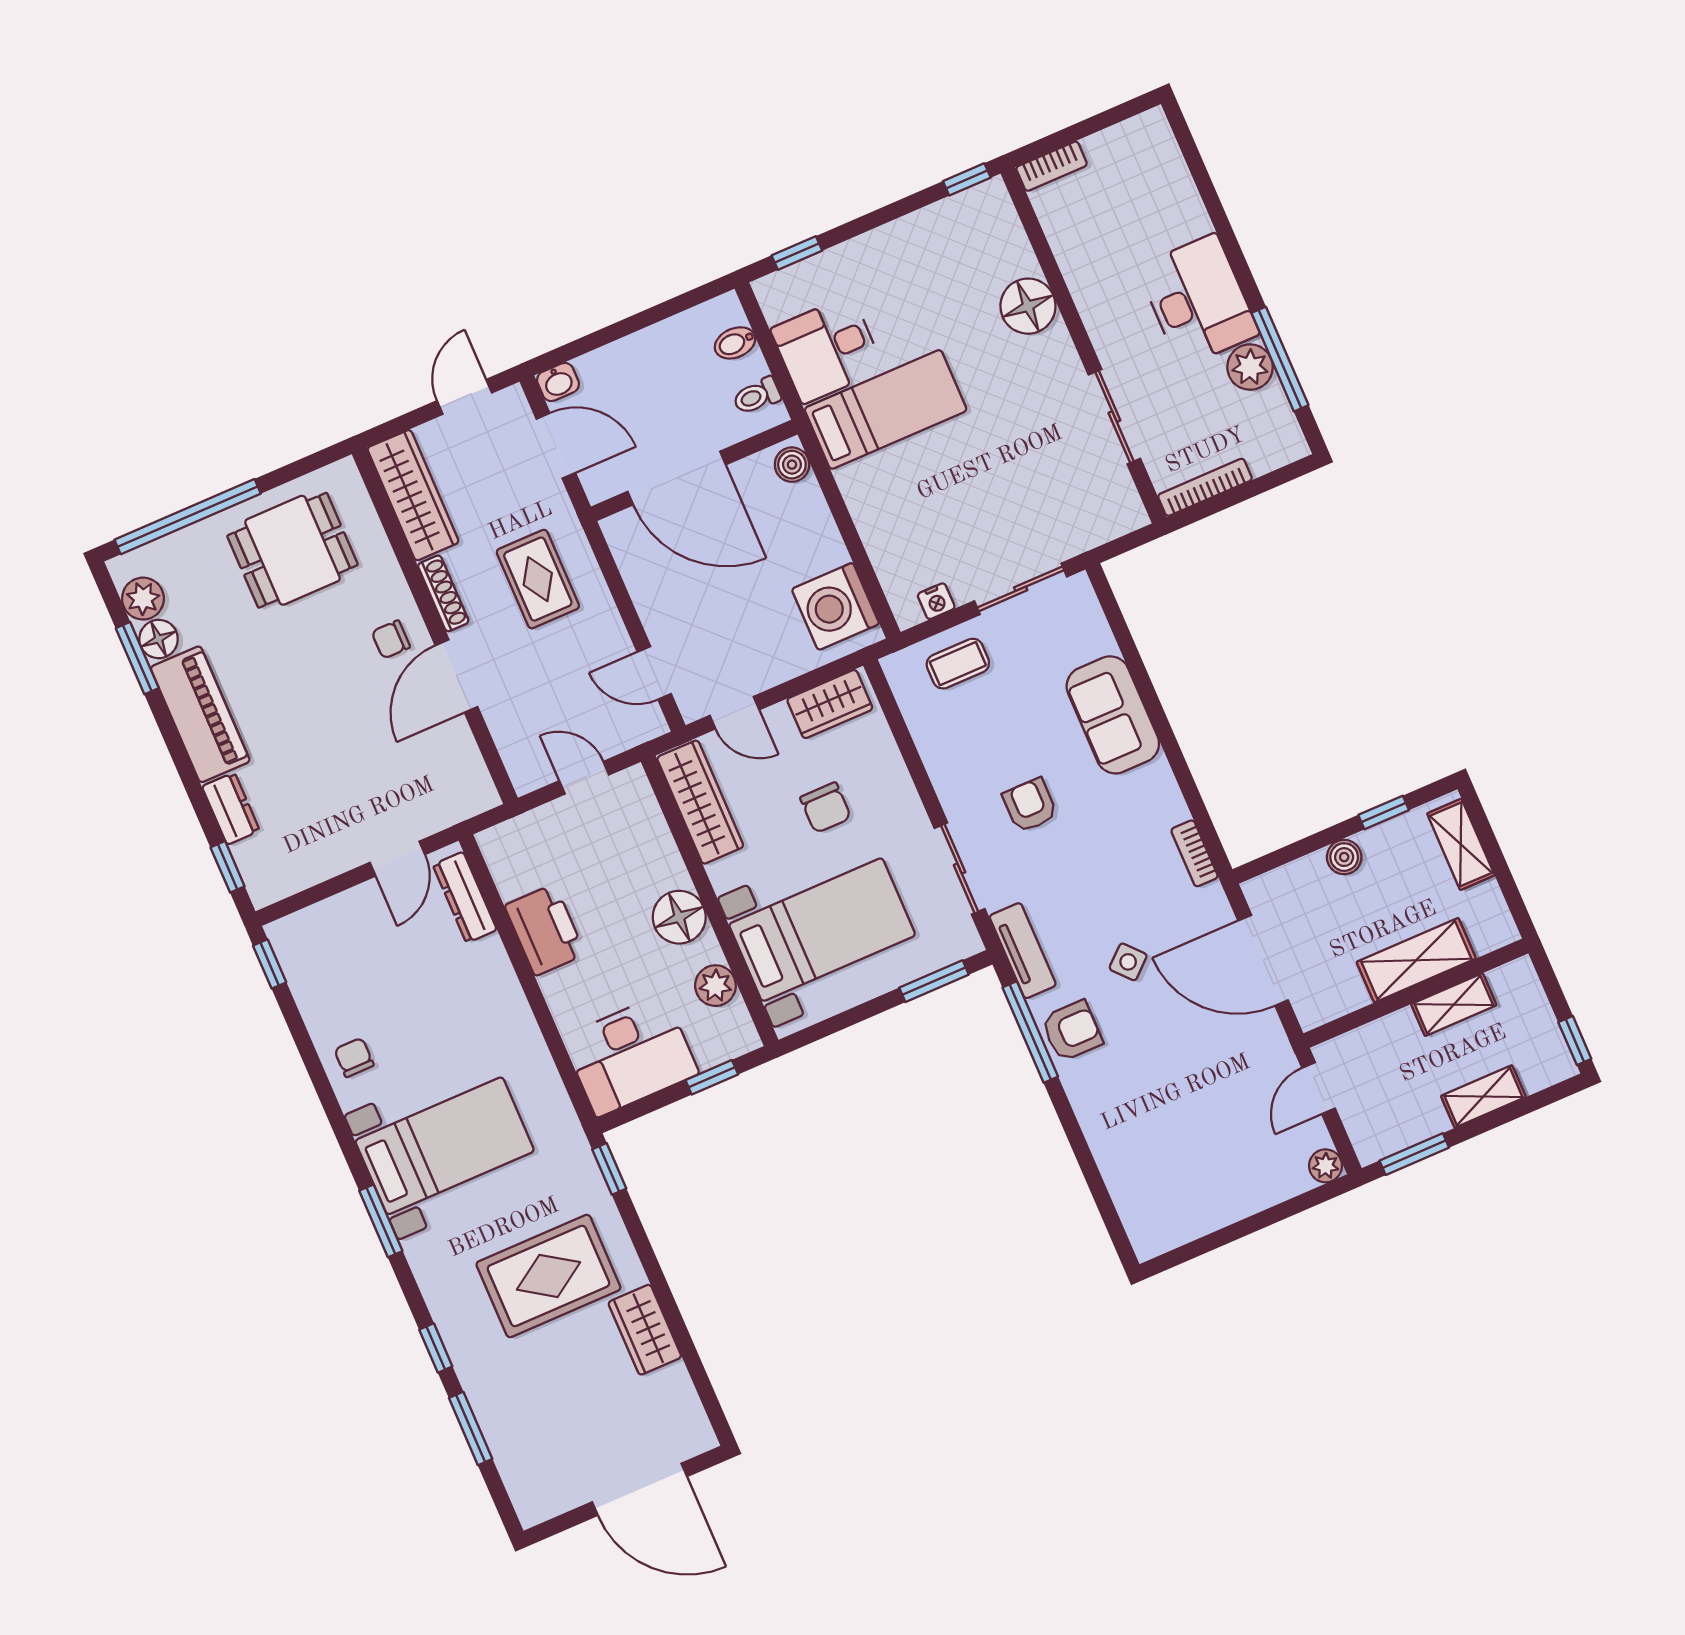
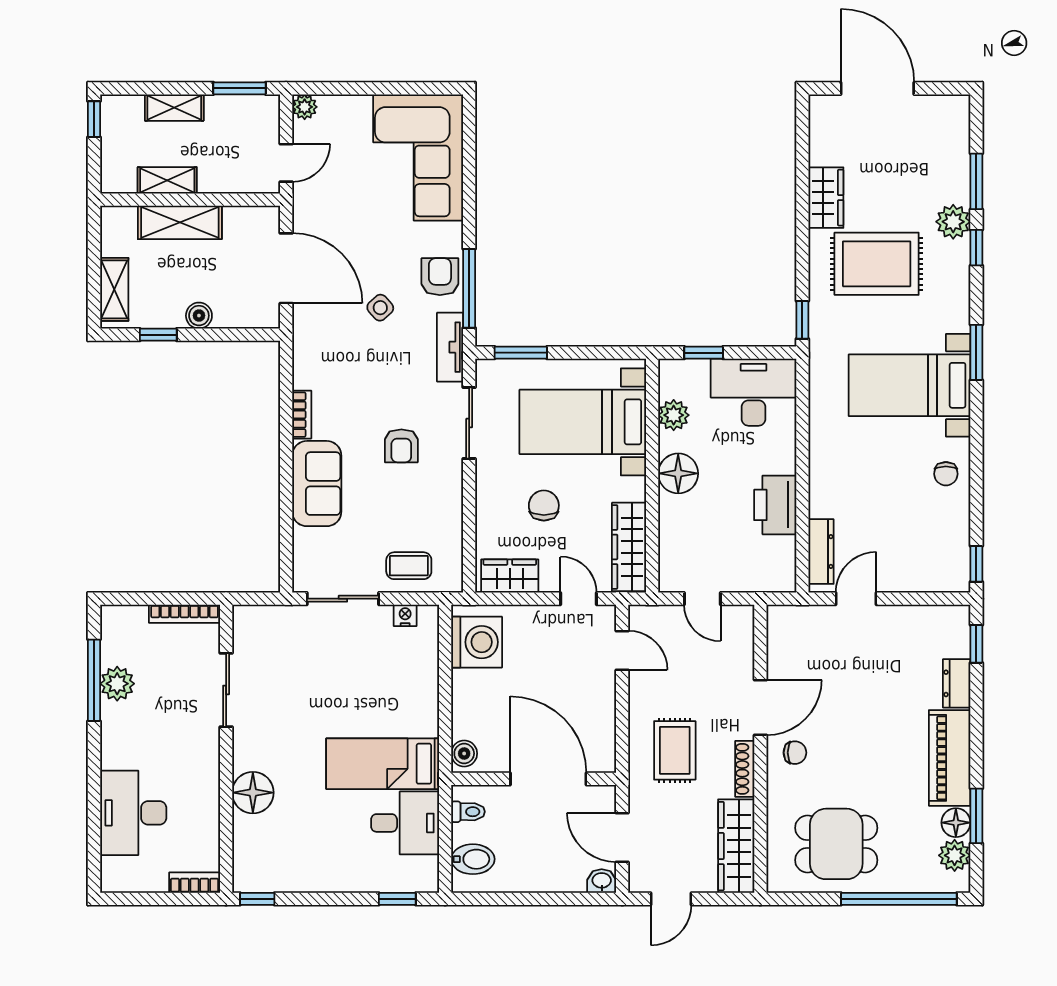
desk: (1198, 300) -> (133, 813), moved
bidet: (735, 343) -> (473, 859), width x1.38, depth x1.36
bookcase: (1194, 853) -> (302, 415), moved
armchair: (1072, 1031) -> (440, 277), turned 90
corner sofa: (1161, 1164) -> (418, 158), added
plant: (478, 1367) -> (953, 222), added

